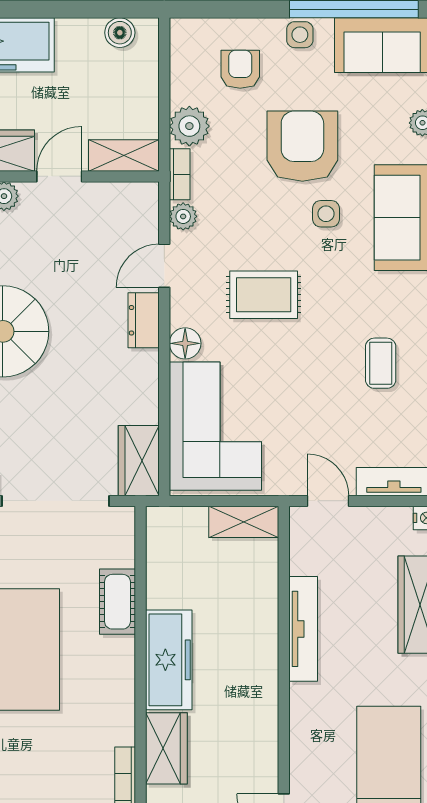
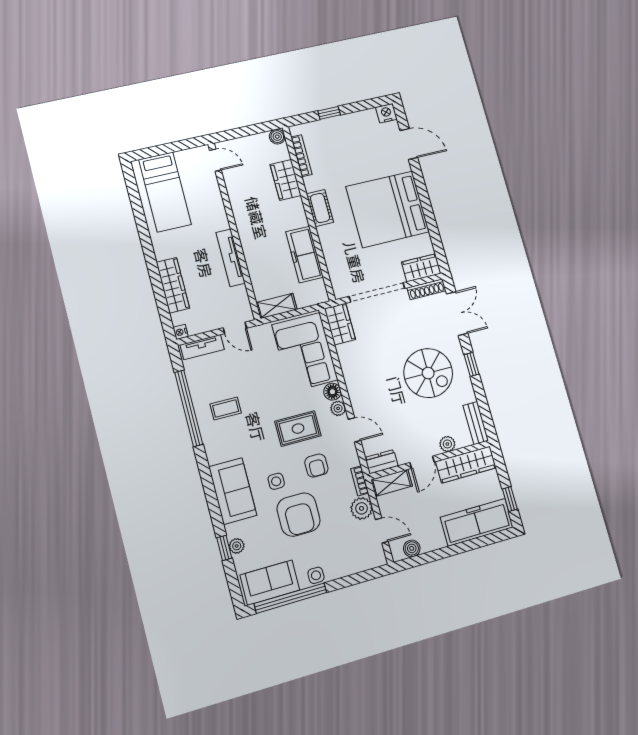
armchair: (240, 69) -> (316, 466), moved
door: (164, 78) -> (382, 530), added
plant: (183, 216) -> (338, 408), moved
door: (164, 266) -> (354, 430), hinge flipped
dresser: (144, 320) -> (381, 462), moved, turned -90
coffee table: (381, 363) -> (226, 409), turned 90
cot: (117, 602) -> (320, 208), moved
freezer: (169, 660) -> (304, 254), moved

